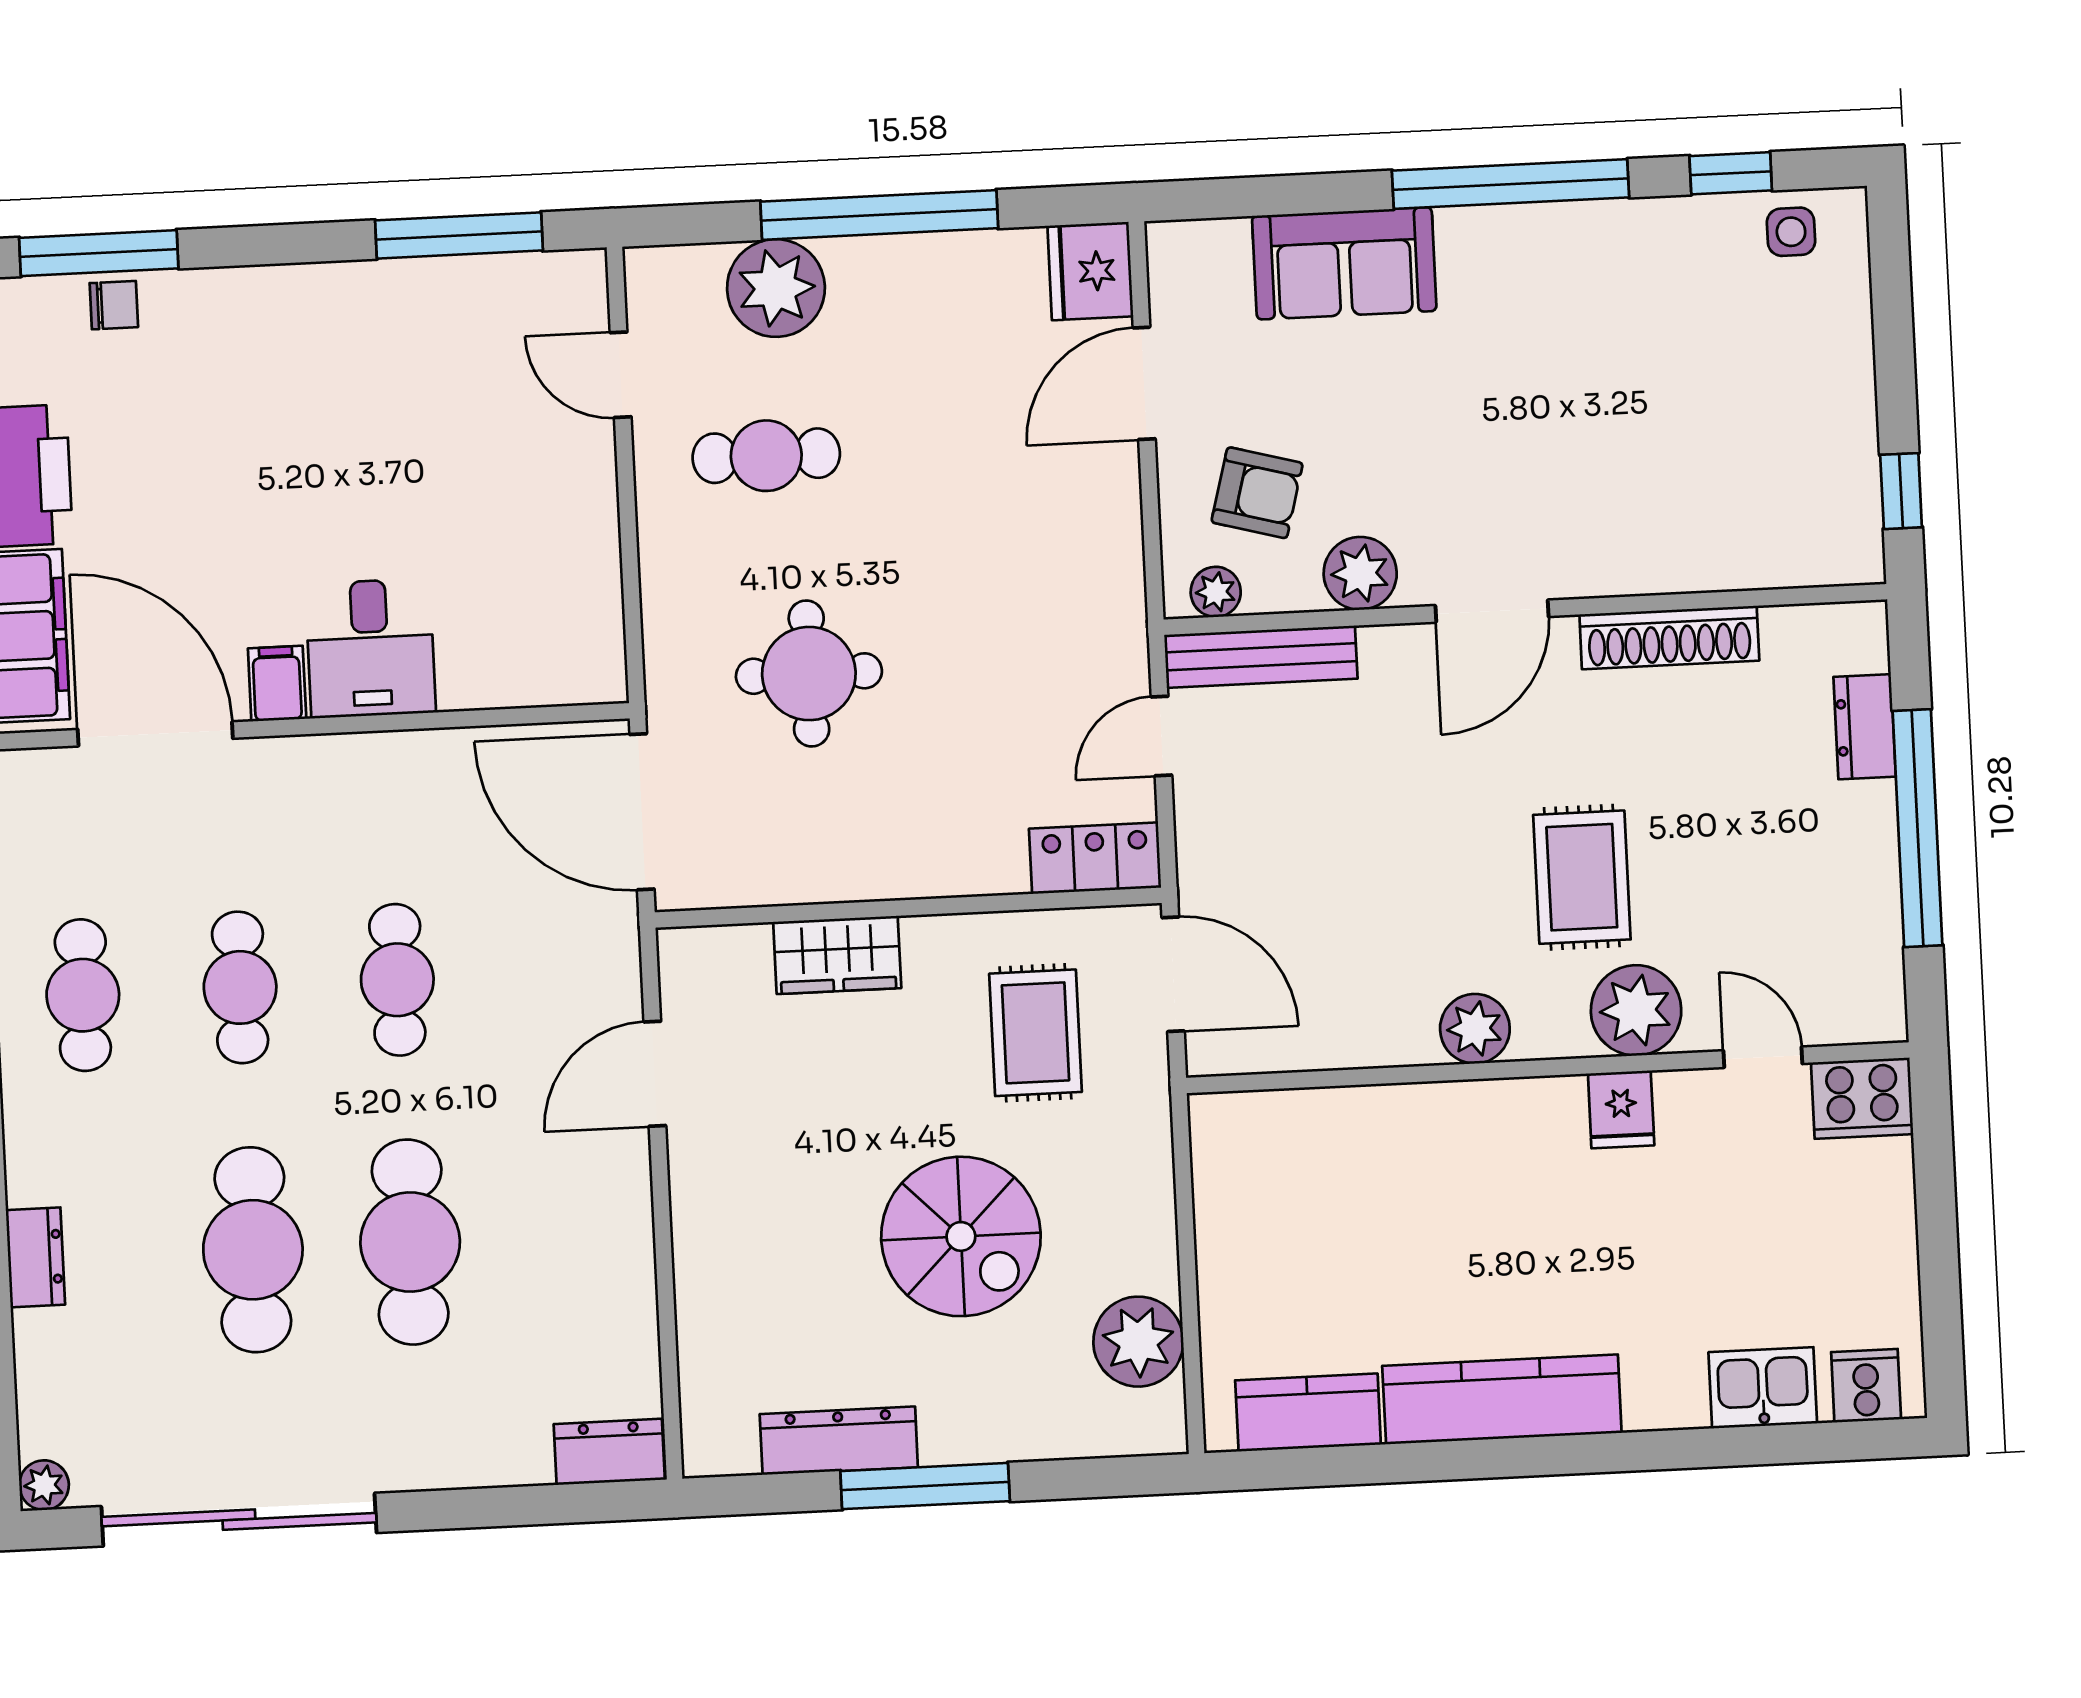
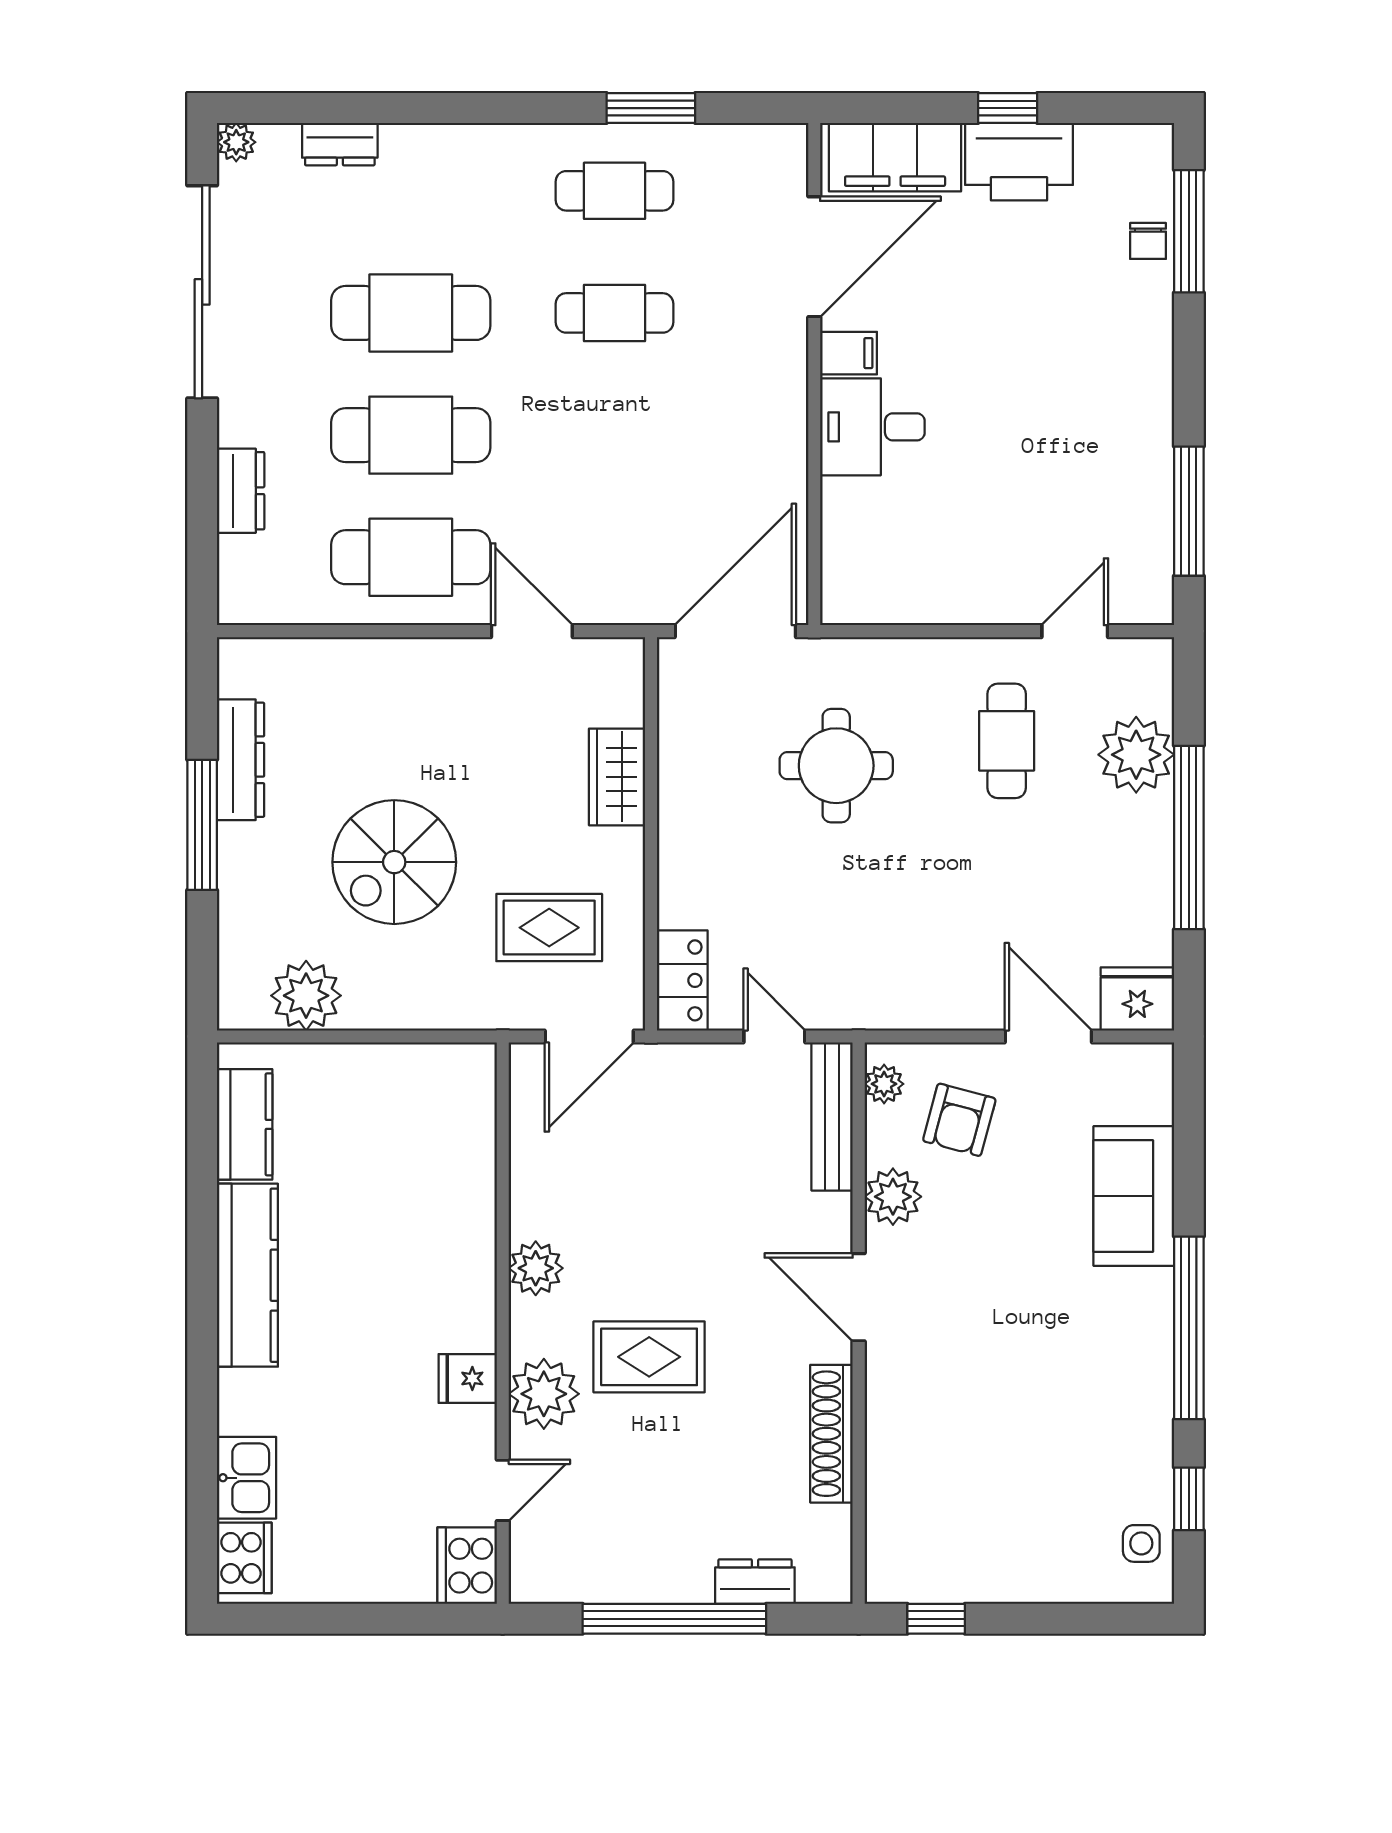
cafe table: (397, 980) -> (411, 557), moved, width x1.37, depth x1.35
dresser: (35, 1257) -> (340, 144), moved
cooker: (1866, 1386) -> (244, 1558), width x1.36
dresser: (609, 1452) -> (241, 491), moved

